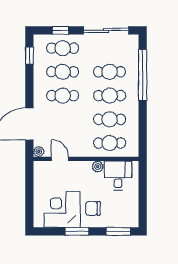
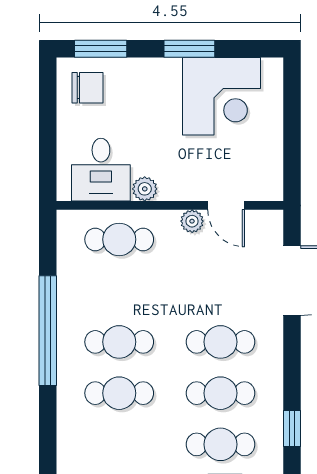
window: (143, 75) -> (48, 331), moved
cafe table: (110, 119) -> (119, 291), removed
plant: (39, 152) -> (192, 221), moved
chair: (93, 208) -> (88, 88), moved

